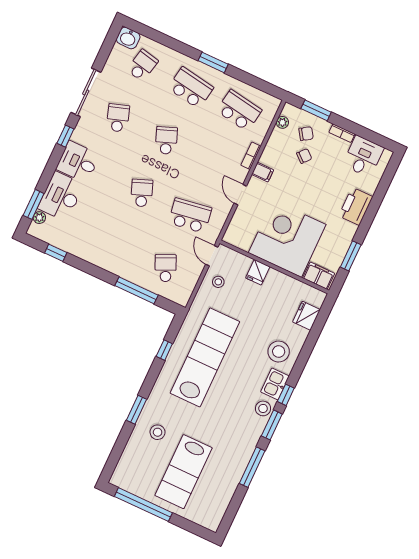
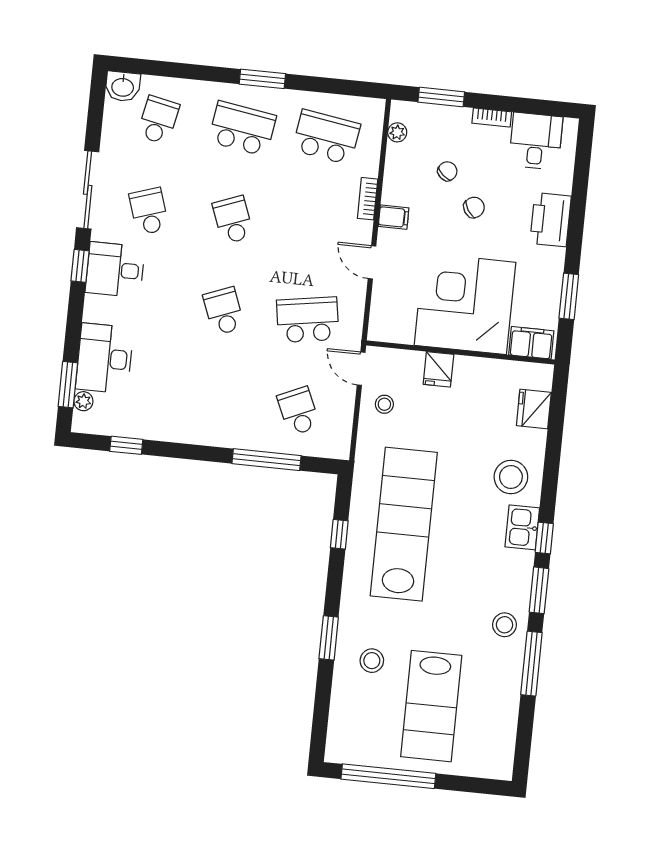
chair: (306, 134) -> (474, 207), moved
desk: (78, 162) -> (115, 270), moved
stool: (263, 408) -> (505, 625), moved

